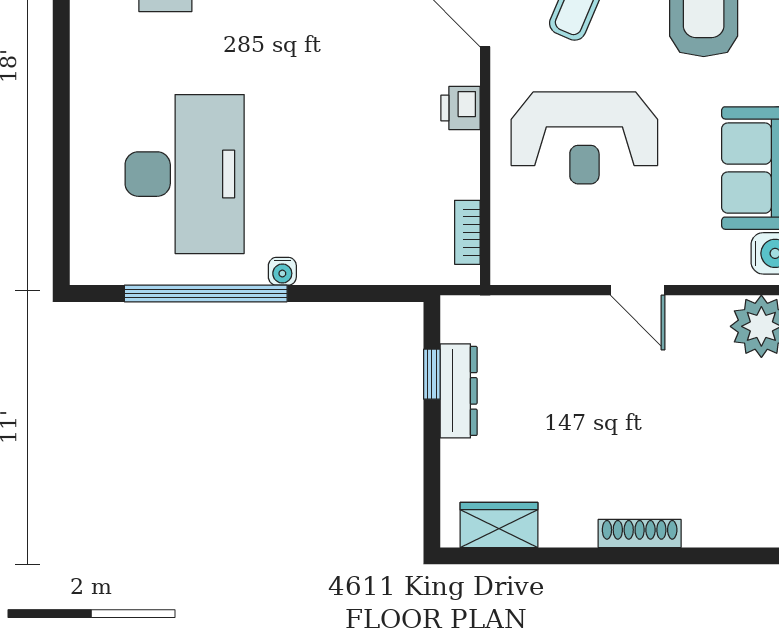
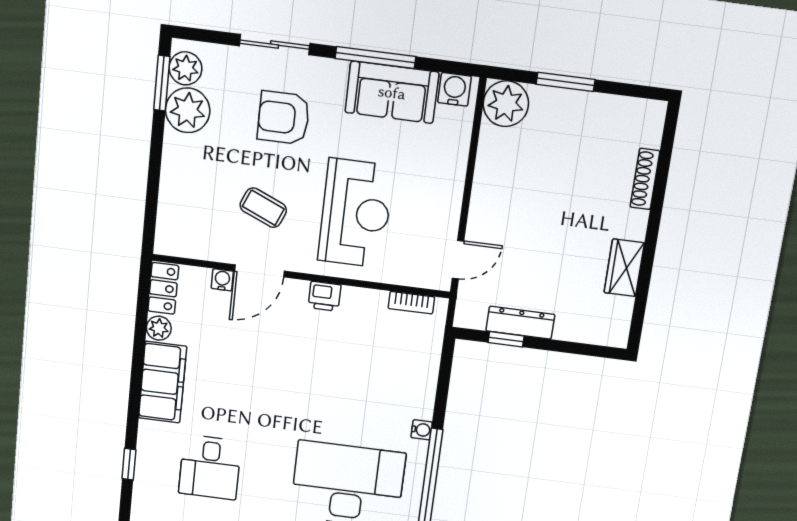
door: (638, 290) -> (458, 260), moved
wardrobe: (499, 525) -> (624, 268), moved
shoe rack: (640, 533) -> (645, 179), moved

